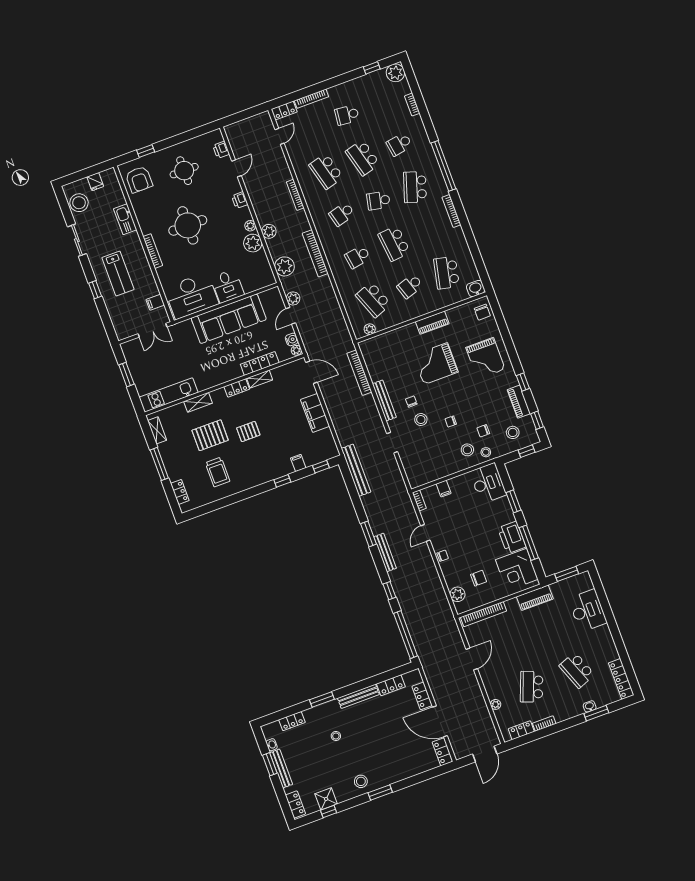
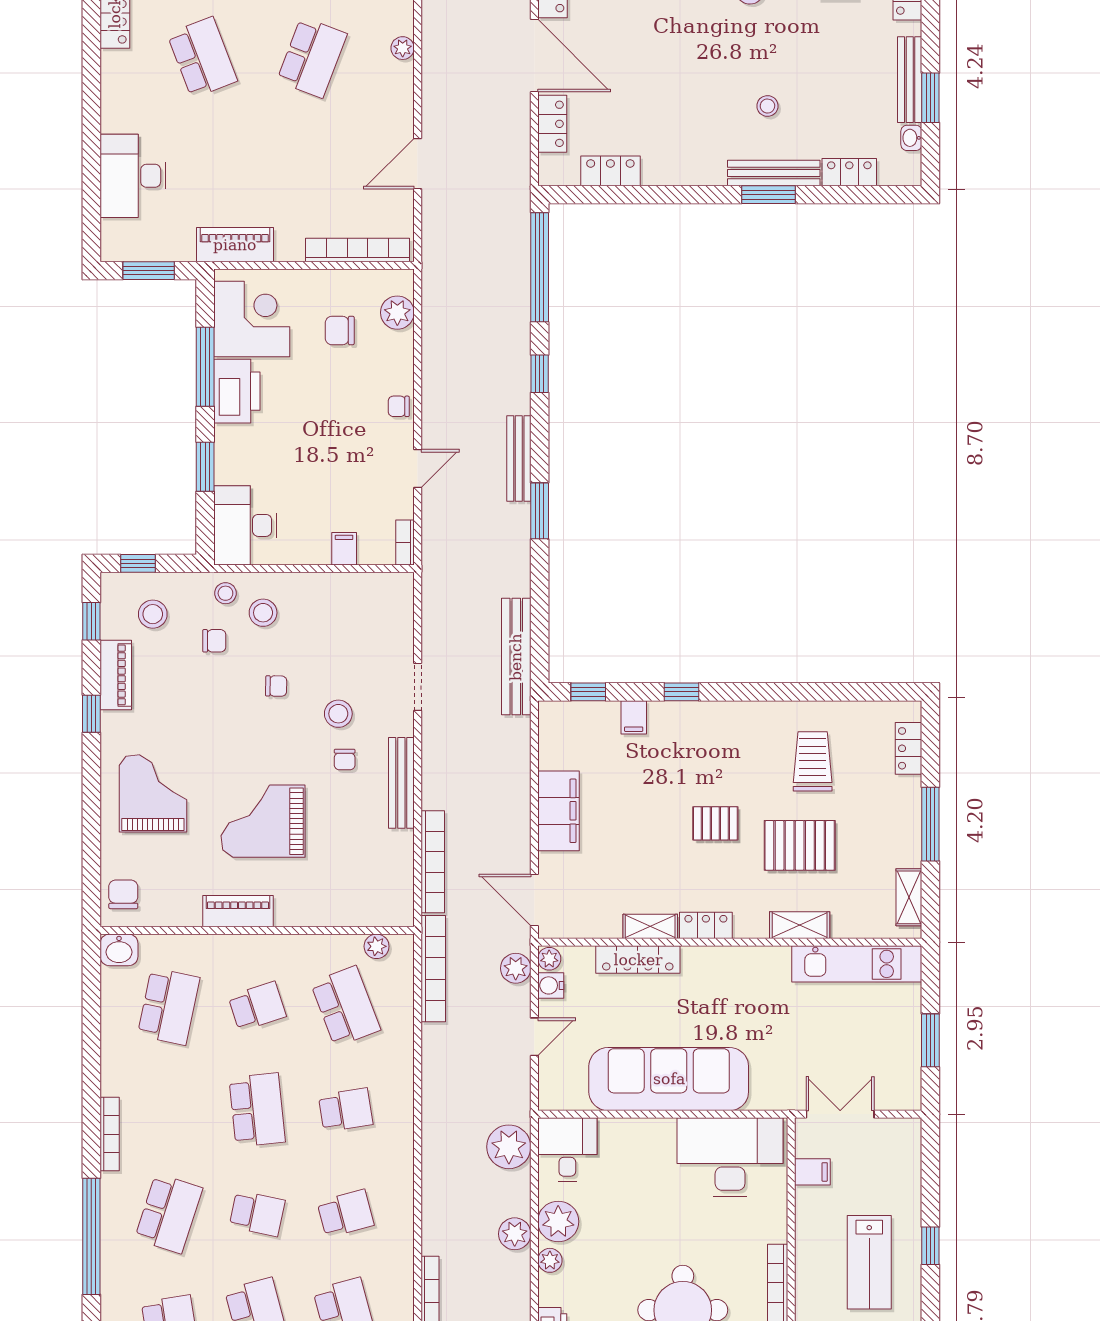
bookcase: (315, 253) -> (433, 969), moved
lab bench: (118, 273) -> (869, 1262), turned 180
desk: (228, 286) -> (567, 1150), moved
plant: (293, 298) -> (516, 968), moved
grand piano: (436, 364) -> (263, 821), turned 180
bench: (358, 696) -> (774, 173), moved

